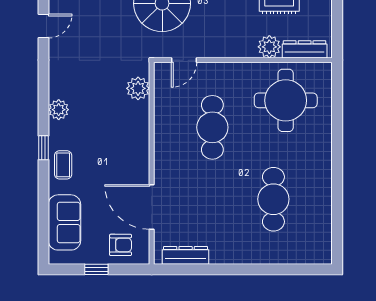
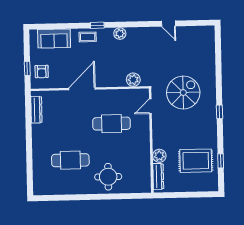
door: (184, 60) -> (150, 106), hinge flipped
round table: (286, 100) -> (108, 177), moved, width x0.73, depth x0.73
door: (152, 207) -> (82, 89), moved
window: (96, 269) -> (27, 68), moved

